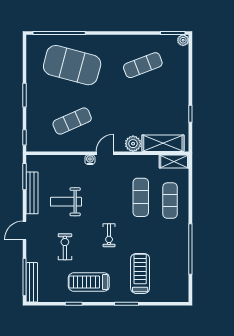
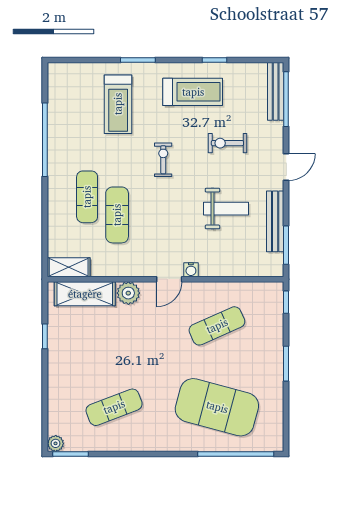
exercise mat: (170, 201) -> (87, 197), moved
exercise bike: (65, 247) -> (227, 143), turned 90

